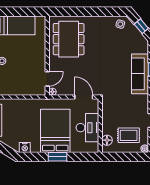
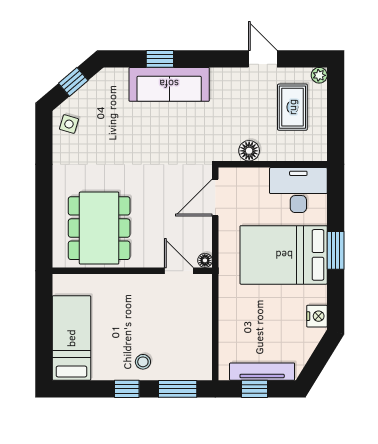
dining table: (69, 39) -> (99, 228), turned 90
desk: (87, 128) -> (298, 190), moved
floor lamp: (107, 140) -> (249, 151), moved

